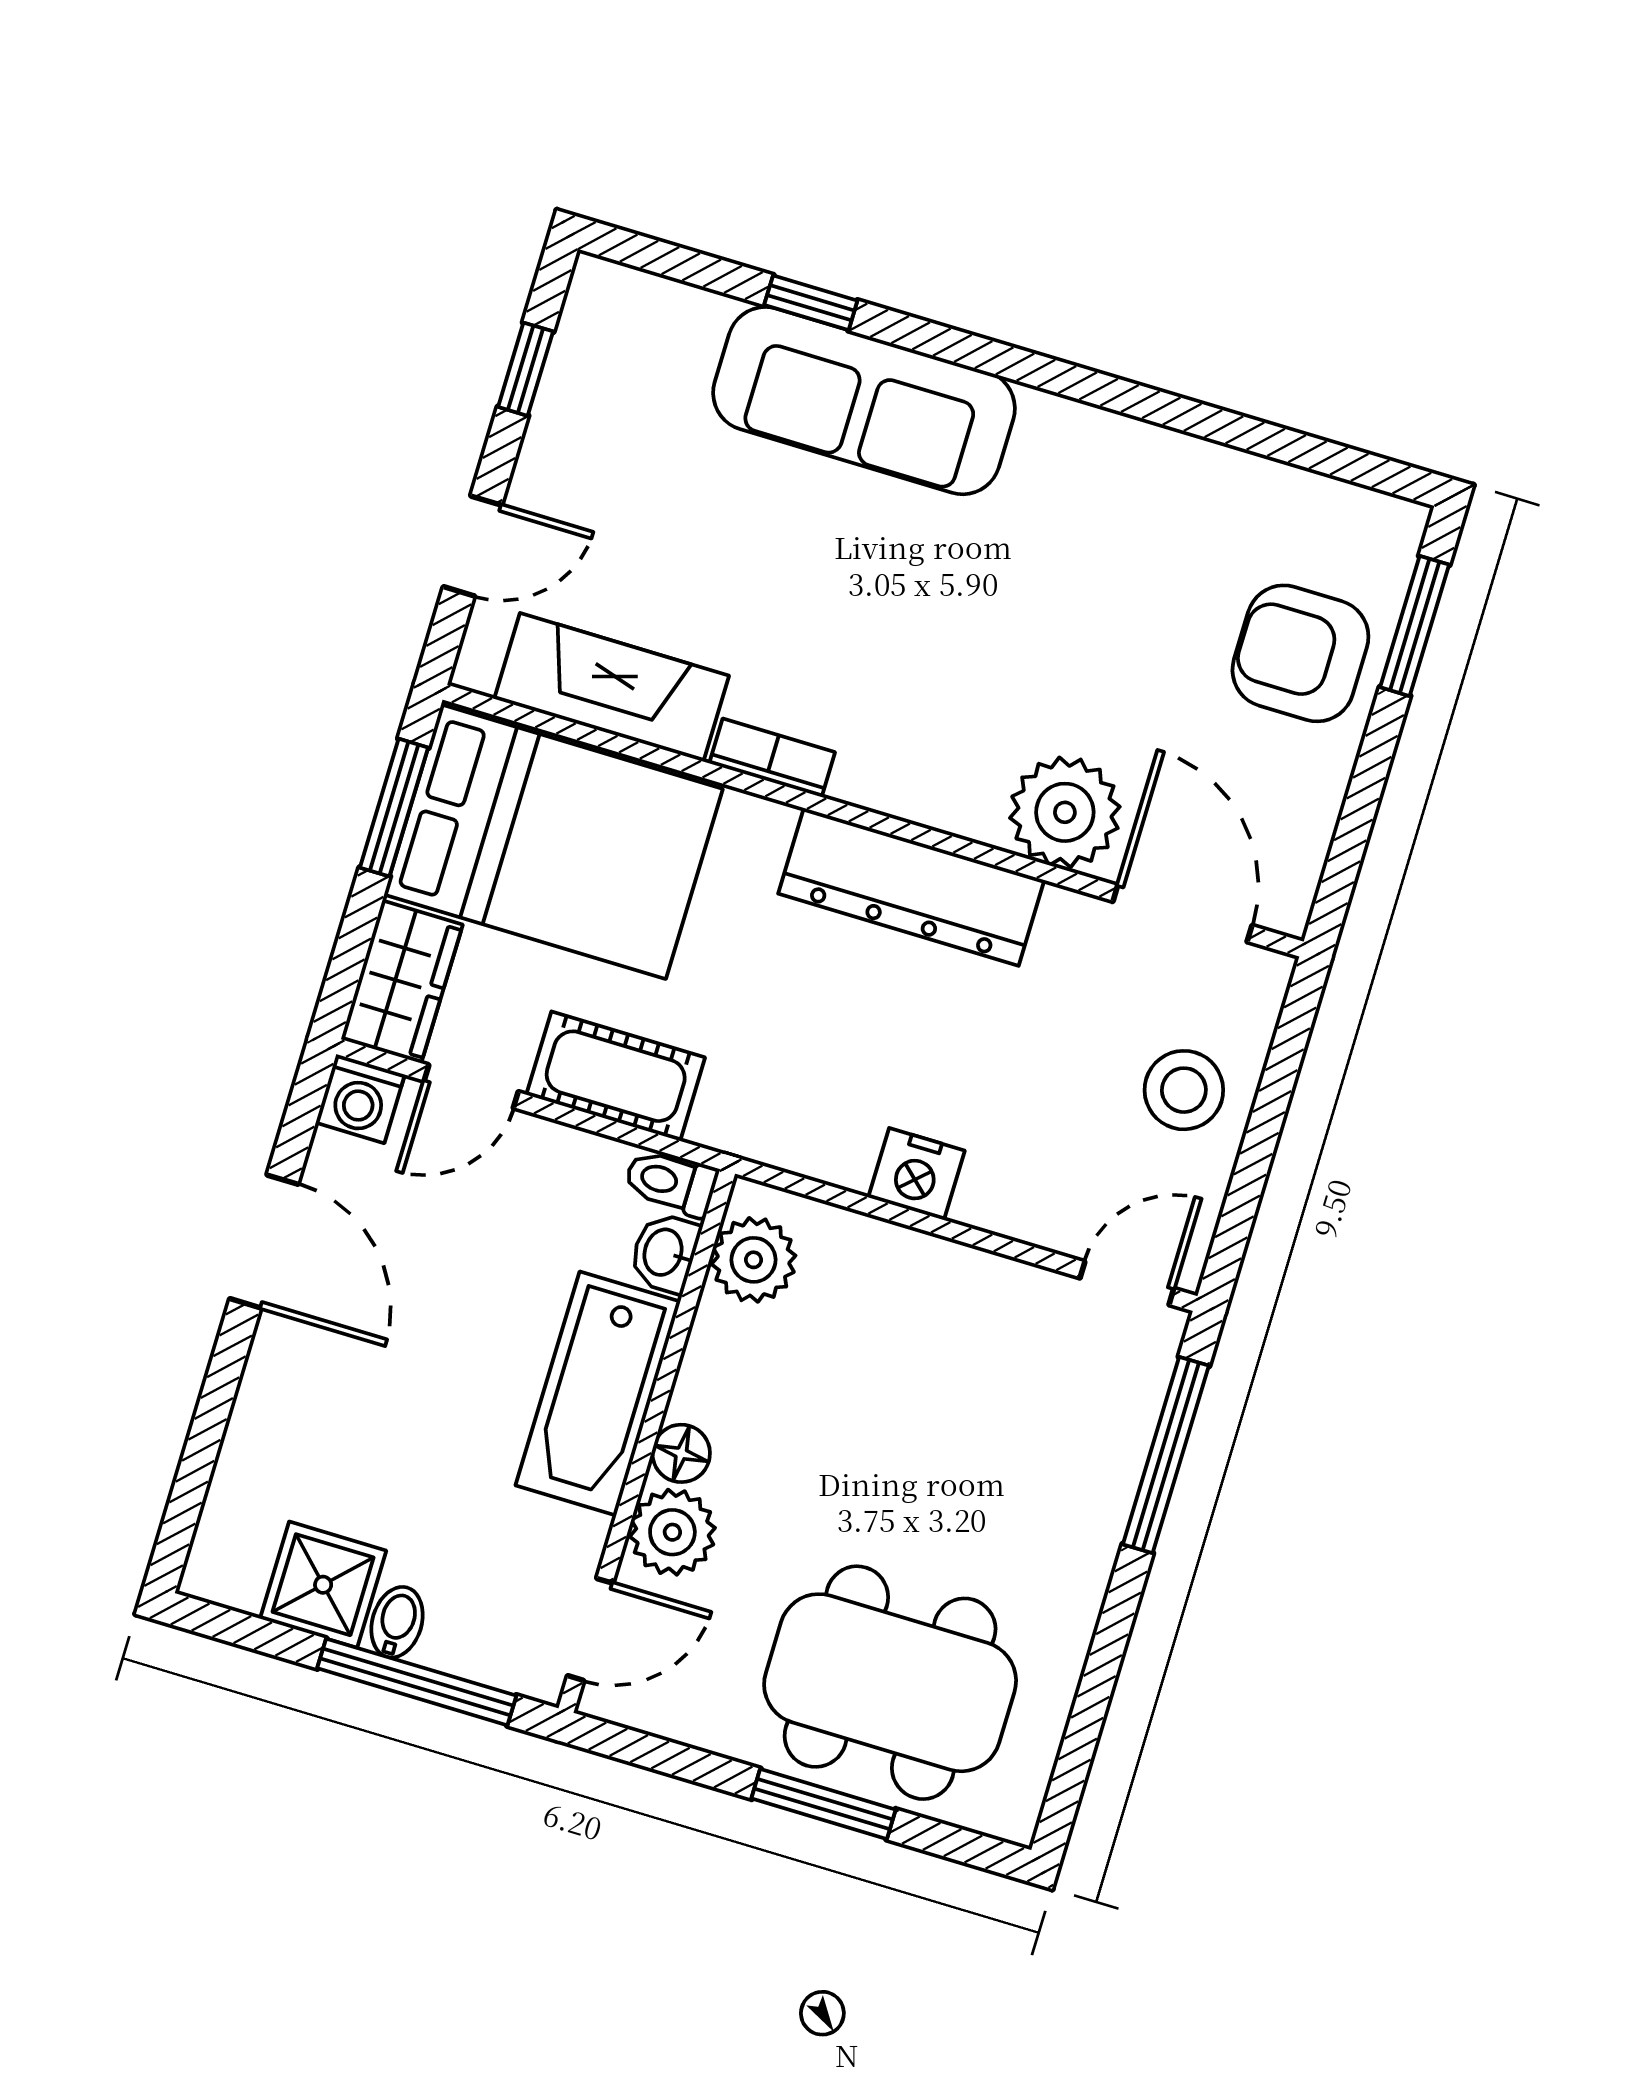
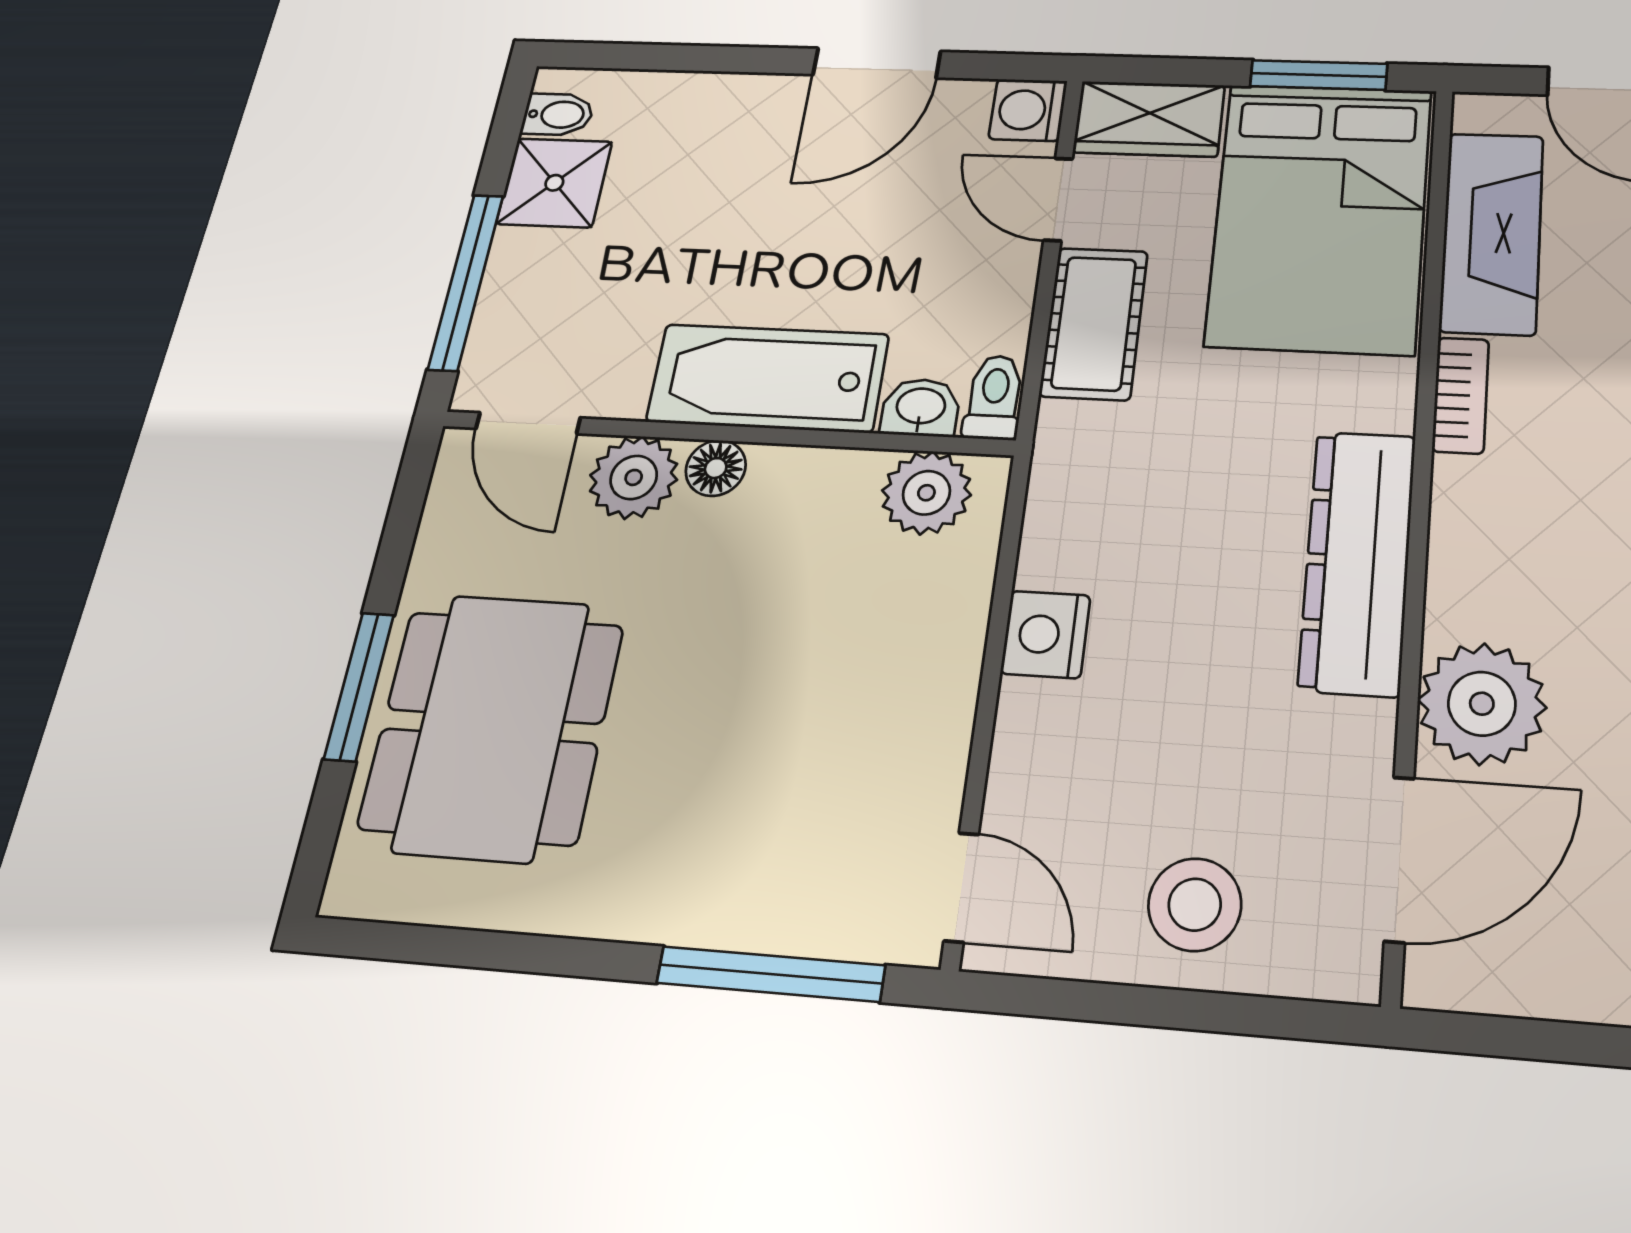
bidet: (397, 1622) -> (558, 114), moved

